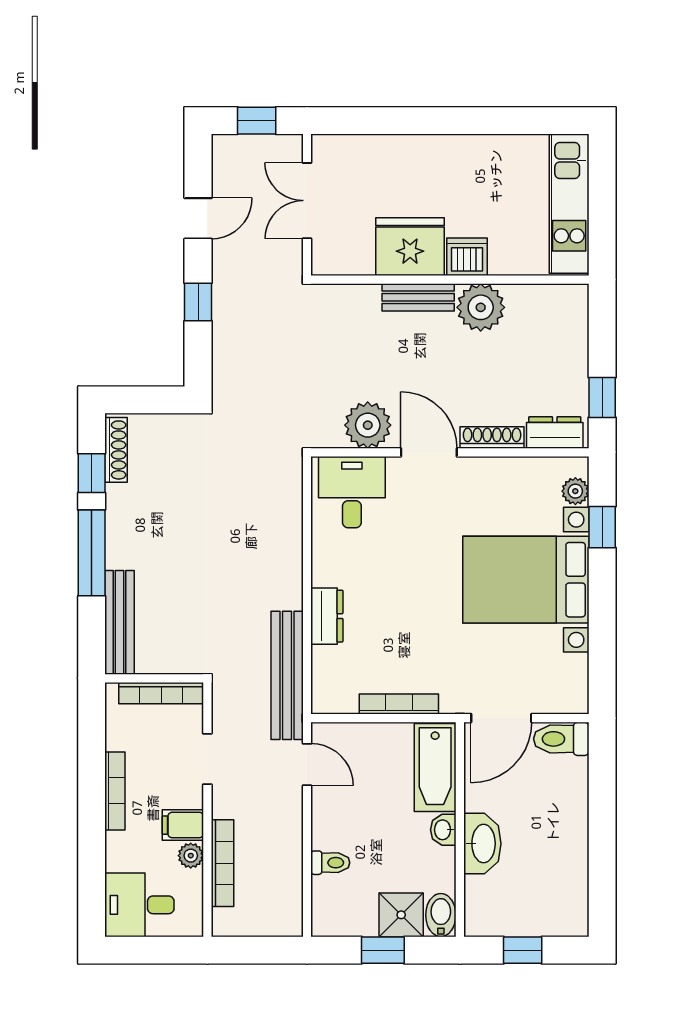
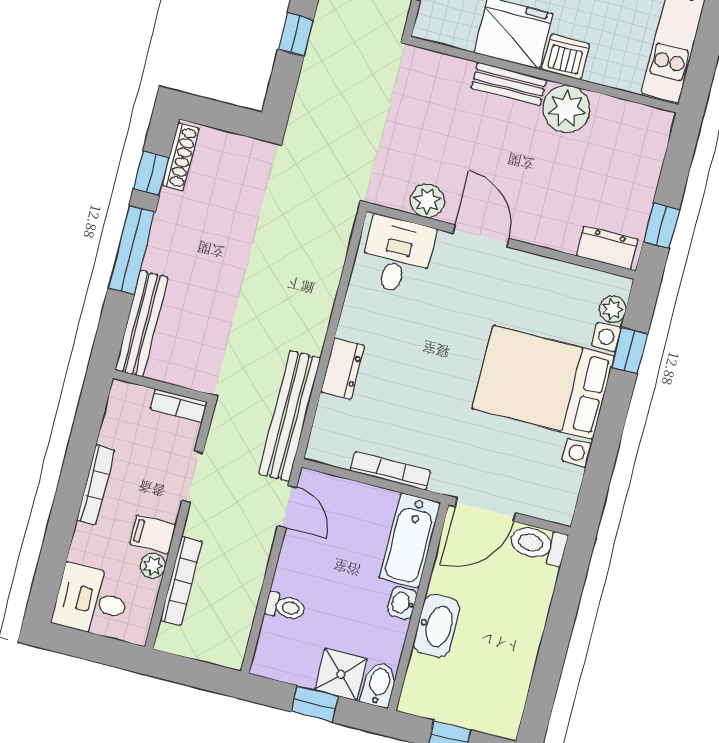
plant: (368, 425) -> (427, 201), width x0.73, depth x0.73
shoe rack: (492, 437) -> (545, 237), removed
bookcase: (161, 693) -> (179, 406), width x0.64

